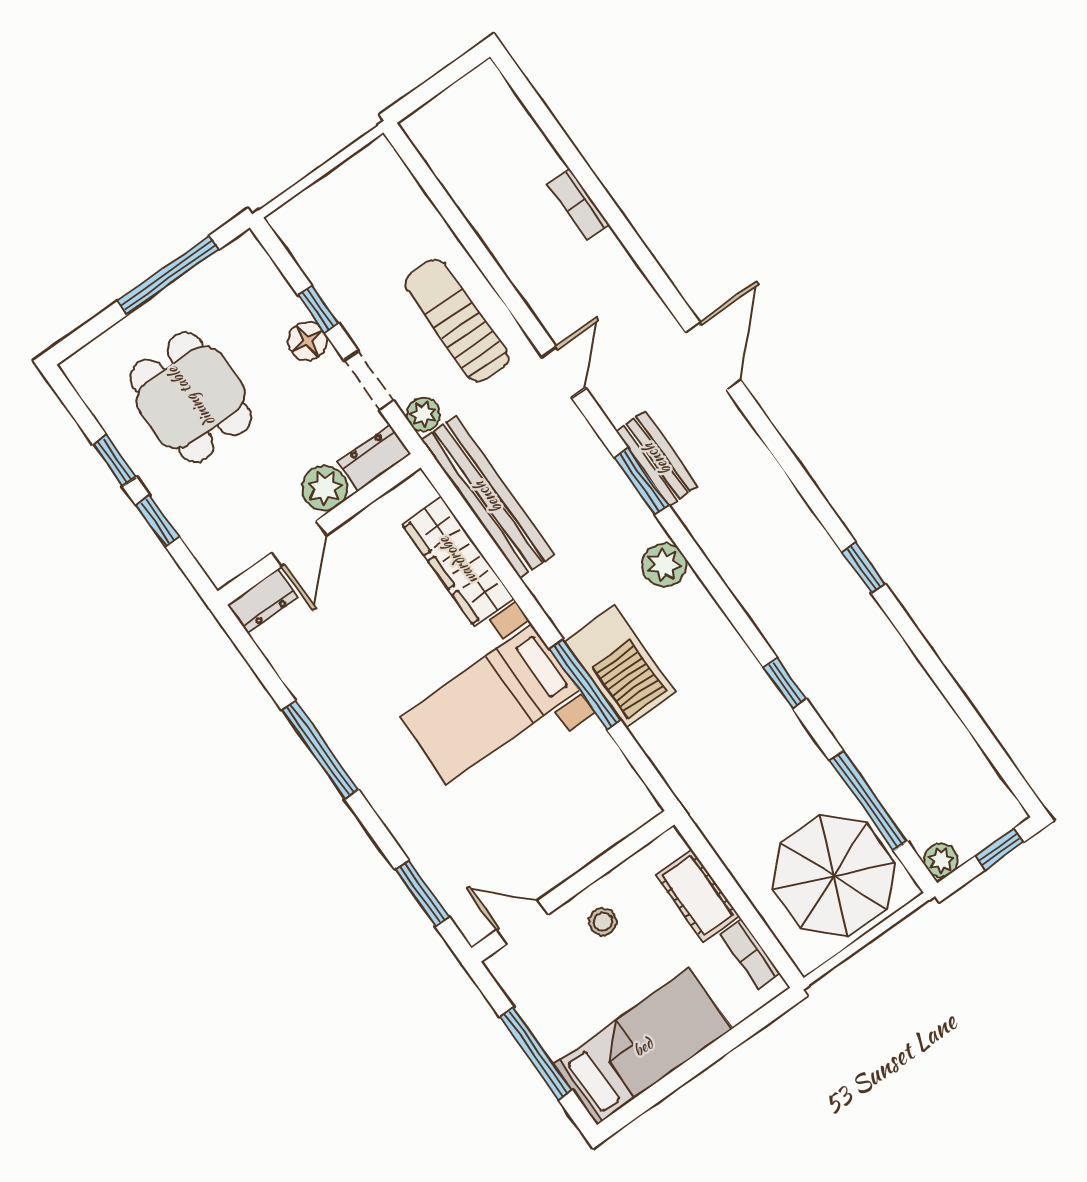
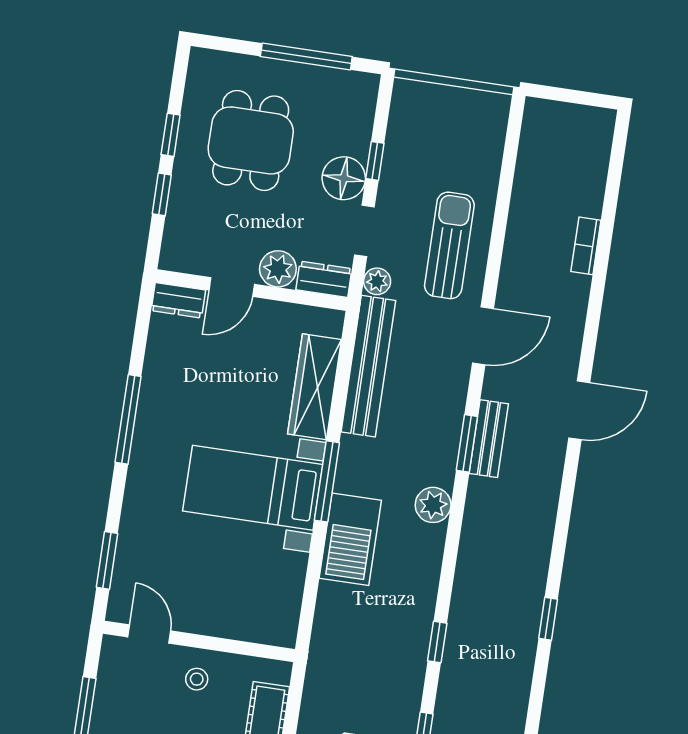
floor lamp: (307, 341) -> (344, 178), width x1.38, depth x1.38
door: (564, 372) -> (483, 336), width x1.38
window: (585, 684) -> (327, 481), moved

